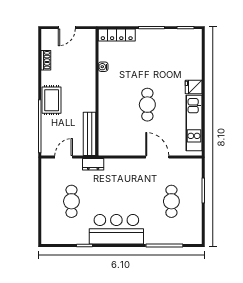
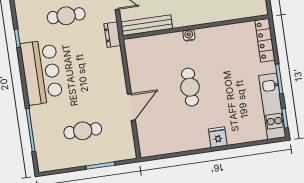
water cooler: (103, 67) -> (189, 35), moved
cafe table: (147, 105) -> (190, 87), turned 90
kitchen unit: (194, 123) -> (272, 106), moved, turned -90

